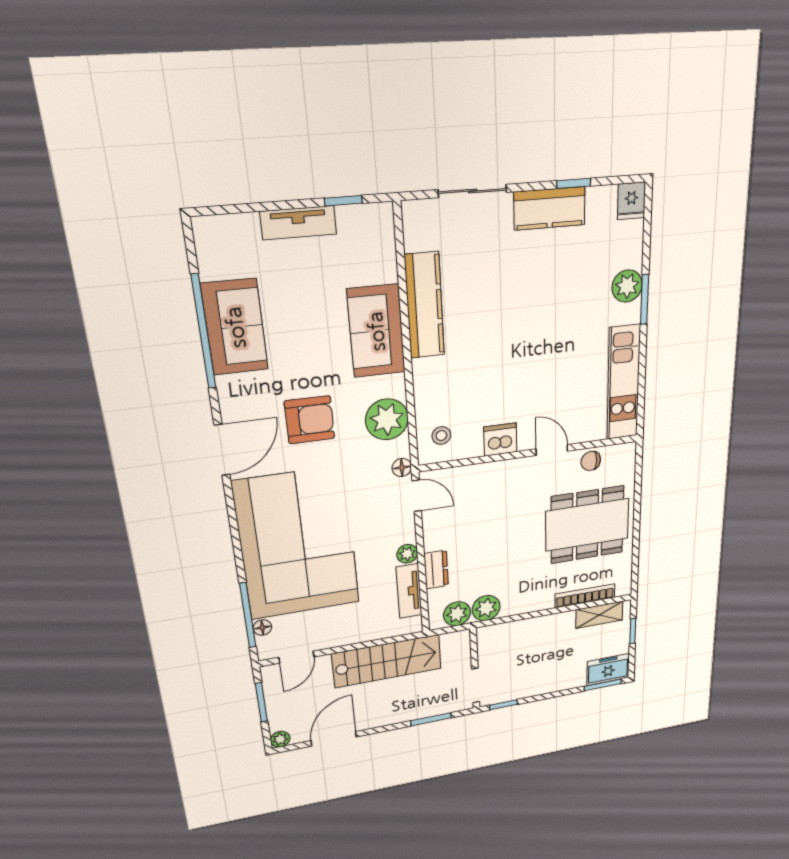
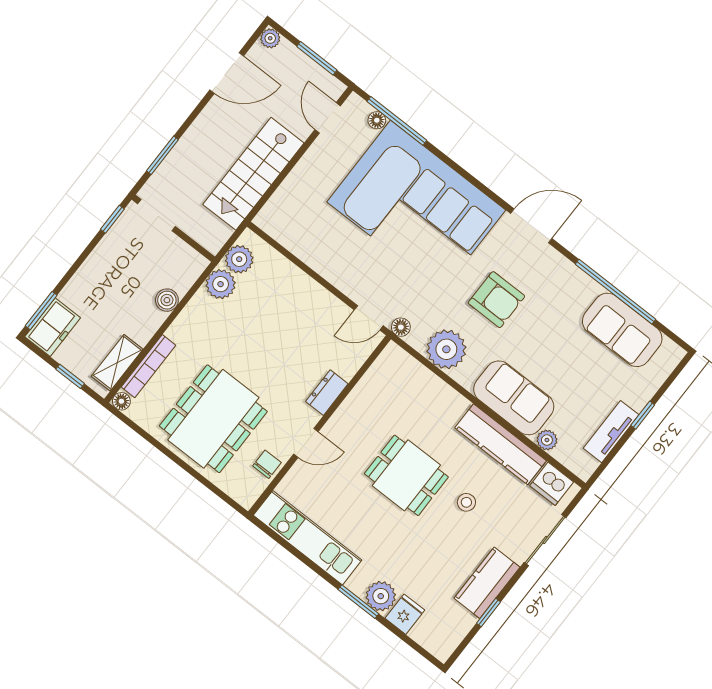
window: (343, 201) -> (643, 415), moved
fridge: (631, 201) -> (405, 614), moved, turned 90
tv unit: (298, 223) -> (611, 432), moved
sofa: (235, 327) -> (622, 330), moved
dining table: (515, 356) -> (406, 475), added
armchair: (310, 420) -> (496, 300), turned -90
stool: (441, 436) -> (466, 502), moved
dishwasher: (500, 439) -> (552, 484), moved, turned 90
door: (222, 450) -> (531, 226), swing flipped
plant: (407, 554) -> (547, 440), moved
dresser: (436, 569) -> (327, 393), moved, turned 90
floor lamp: (624, 589) -> (121, 401), added
tv unit: (409, 591) -> (297, 243), removed
boiler: (529, 627) -> (167, 300), added
door: (334, 739) -> (227, 73), hinge flipped

